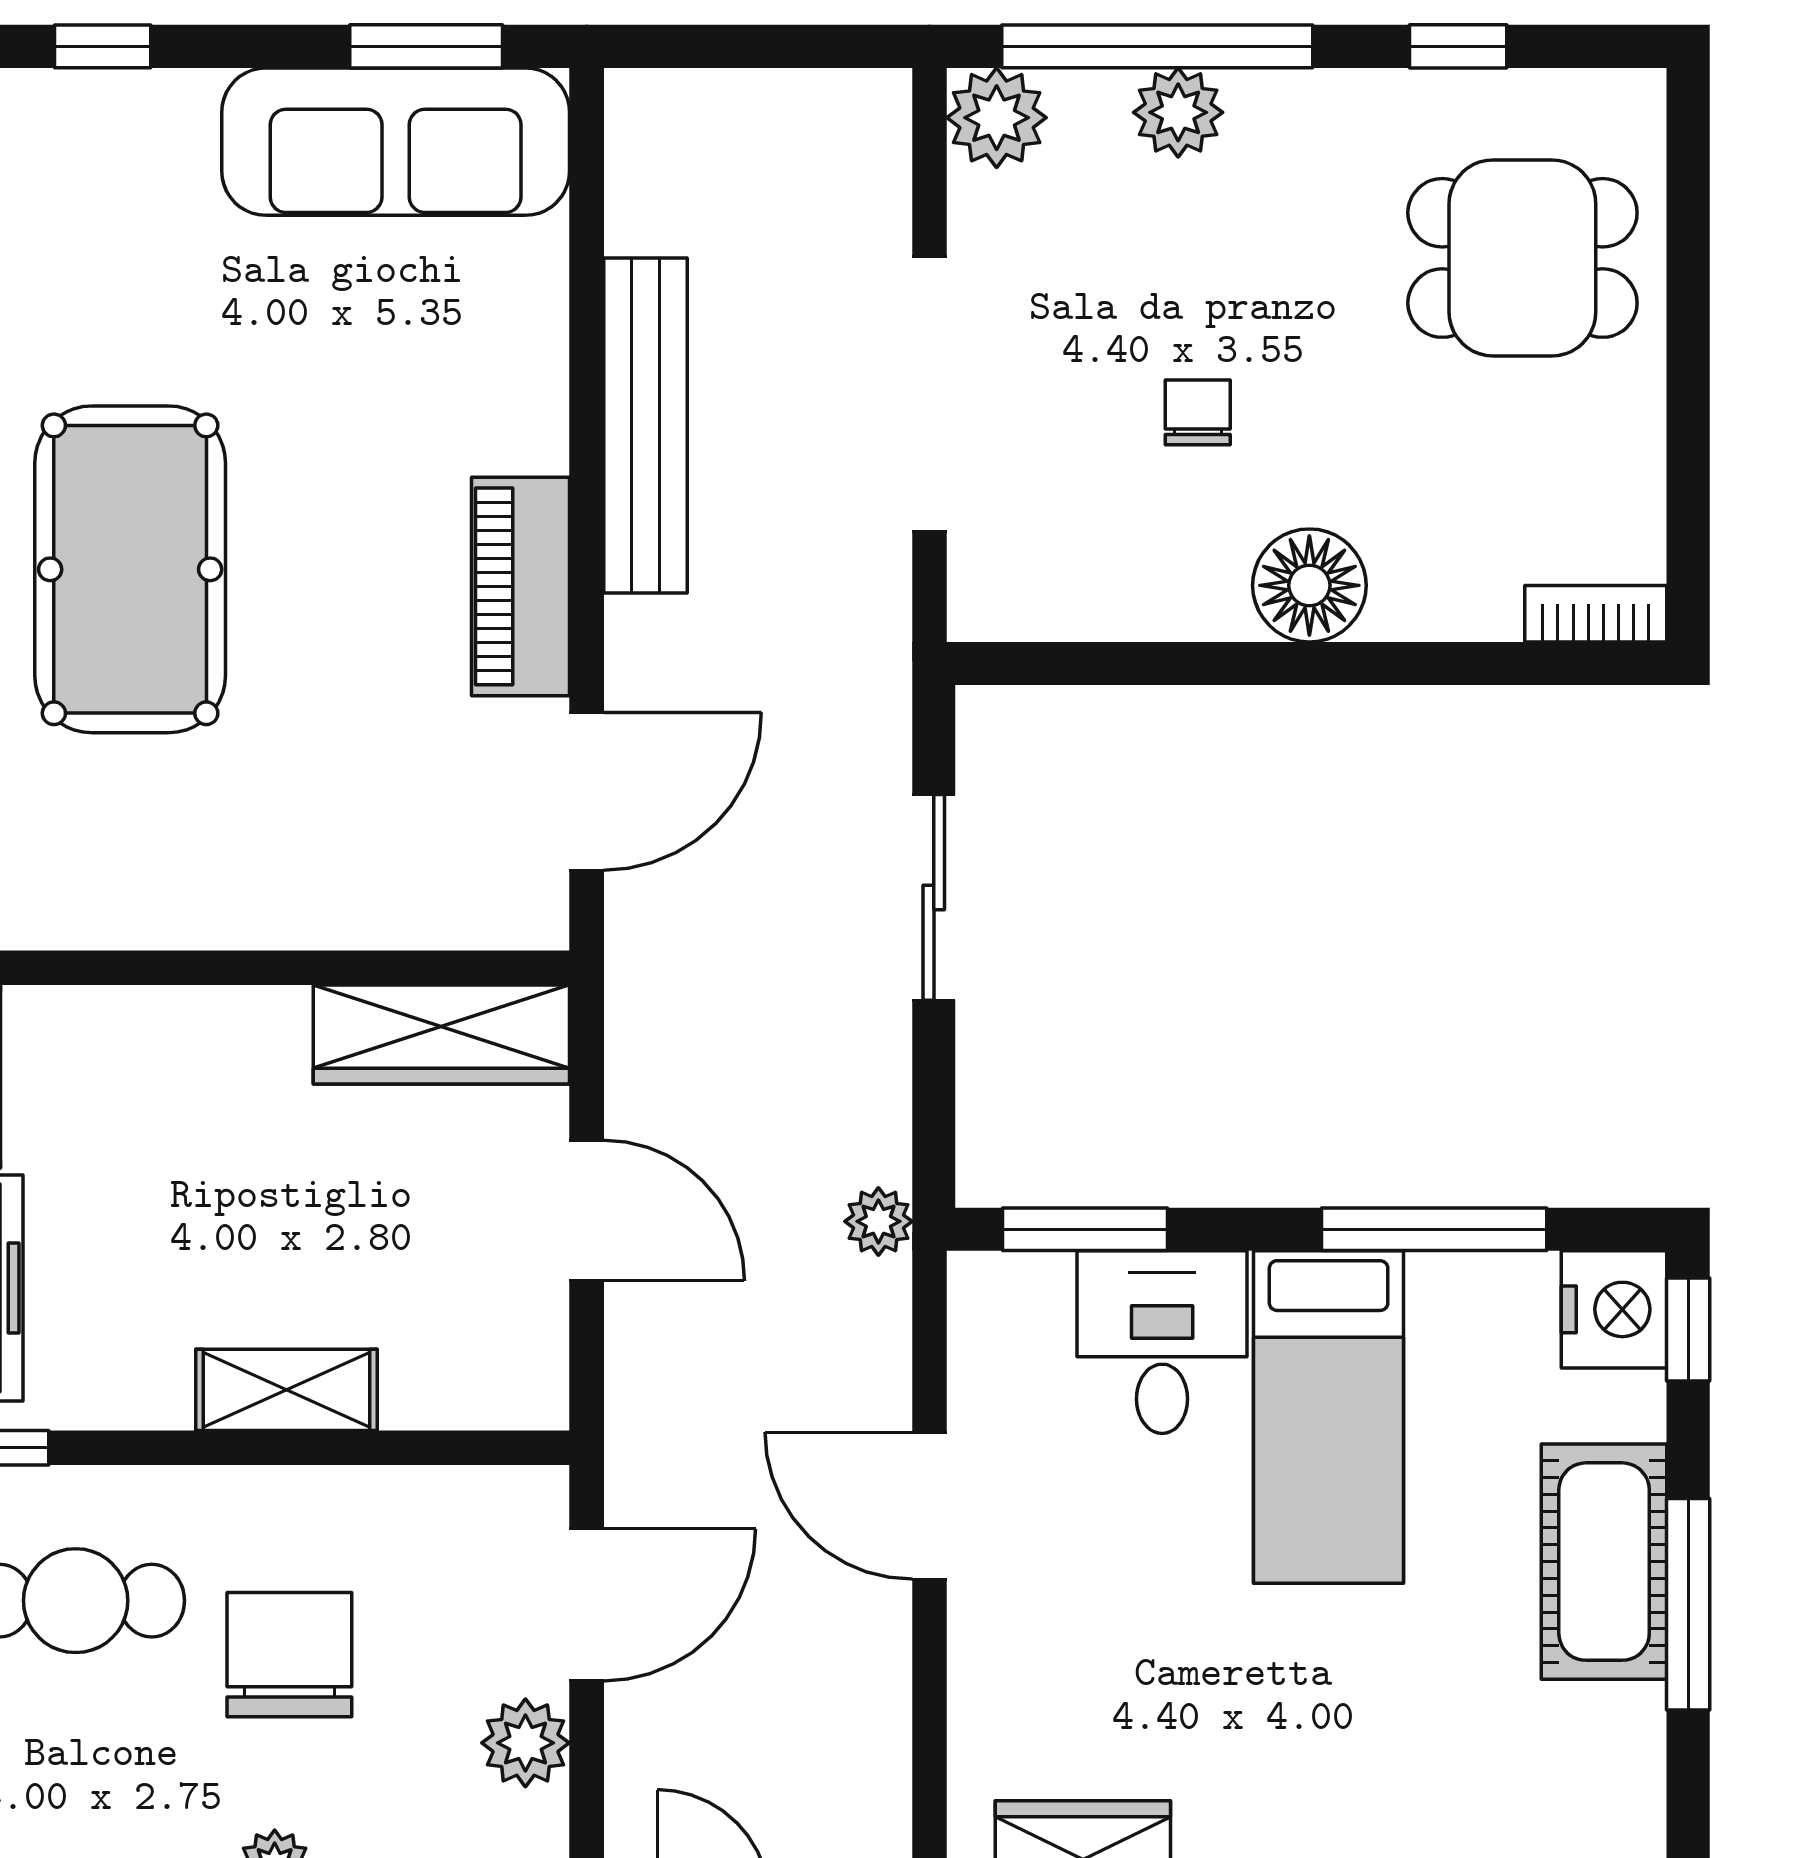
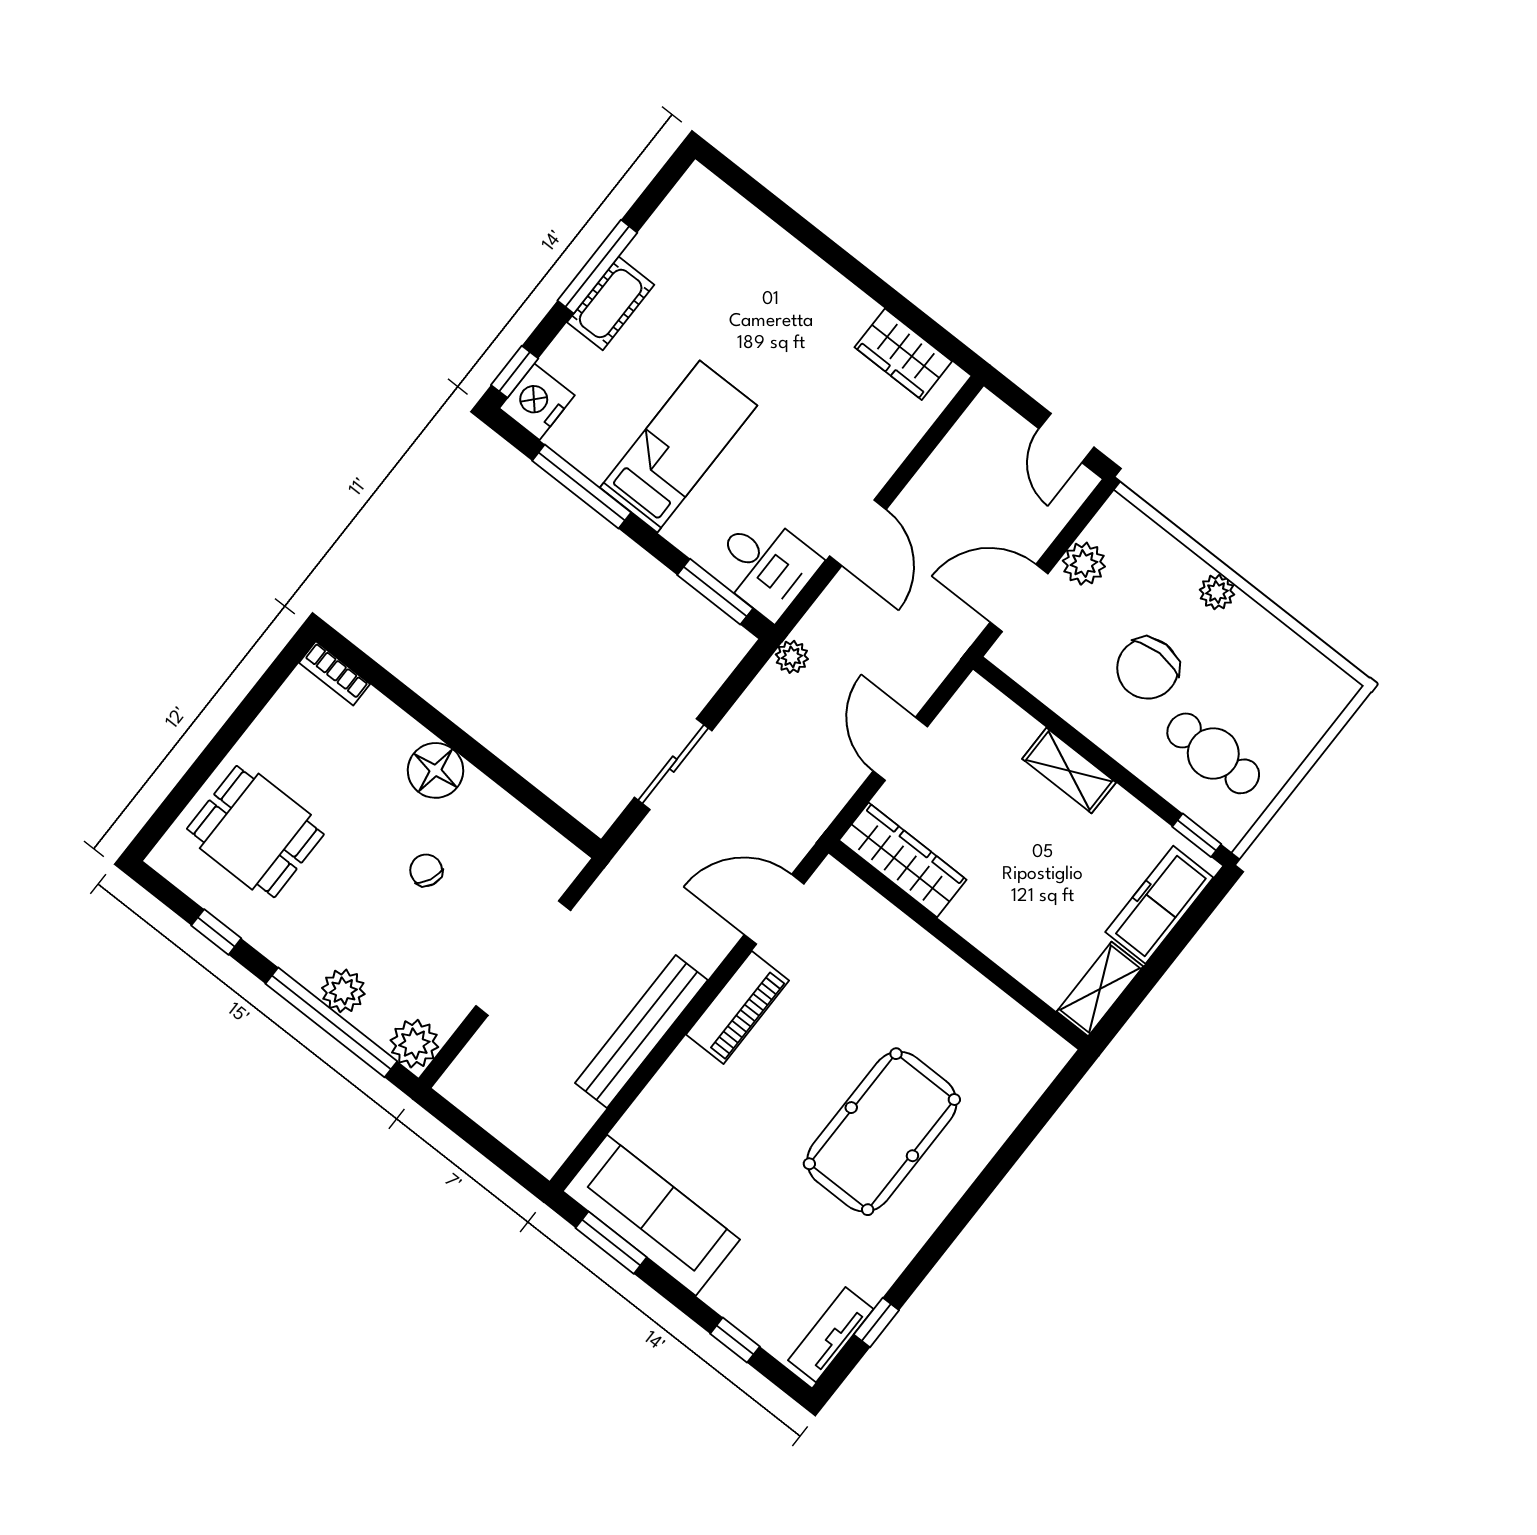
chair: (1198, 412) -> (426, 870), turned 115
desk: (1162, 1342) -> (765, 565), moved, turned -90
cot: (1604, 1562) -> (611, 303), width x0.73, depth x0.75

